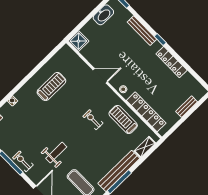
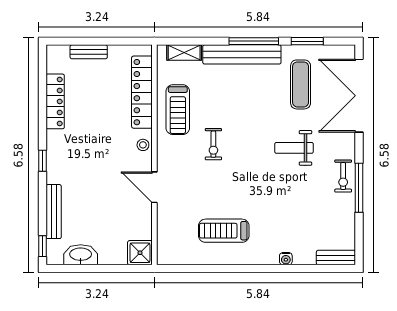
bench: (142, 31) -> (54, 212), moved
locker: (172, 62) -> (55, 101), moved

